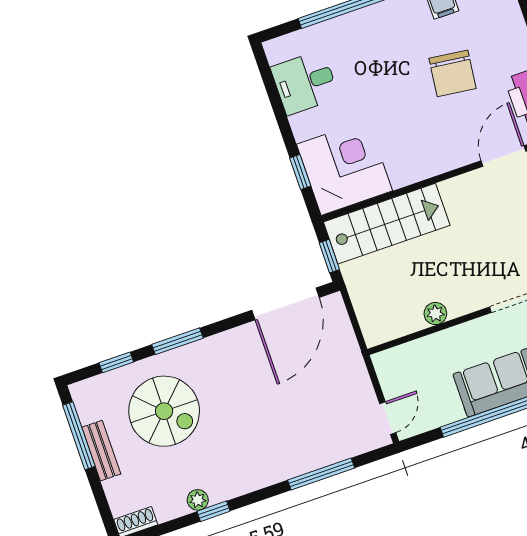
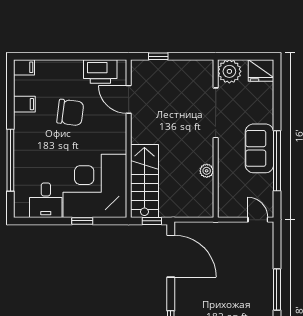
corner desk: (345, 168) -> (95, 186), width x1.36, depth x1.36
window: (300, 172) -> (82, 221), moved
window: (321, 474) -> (277, 290), moved

